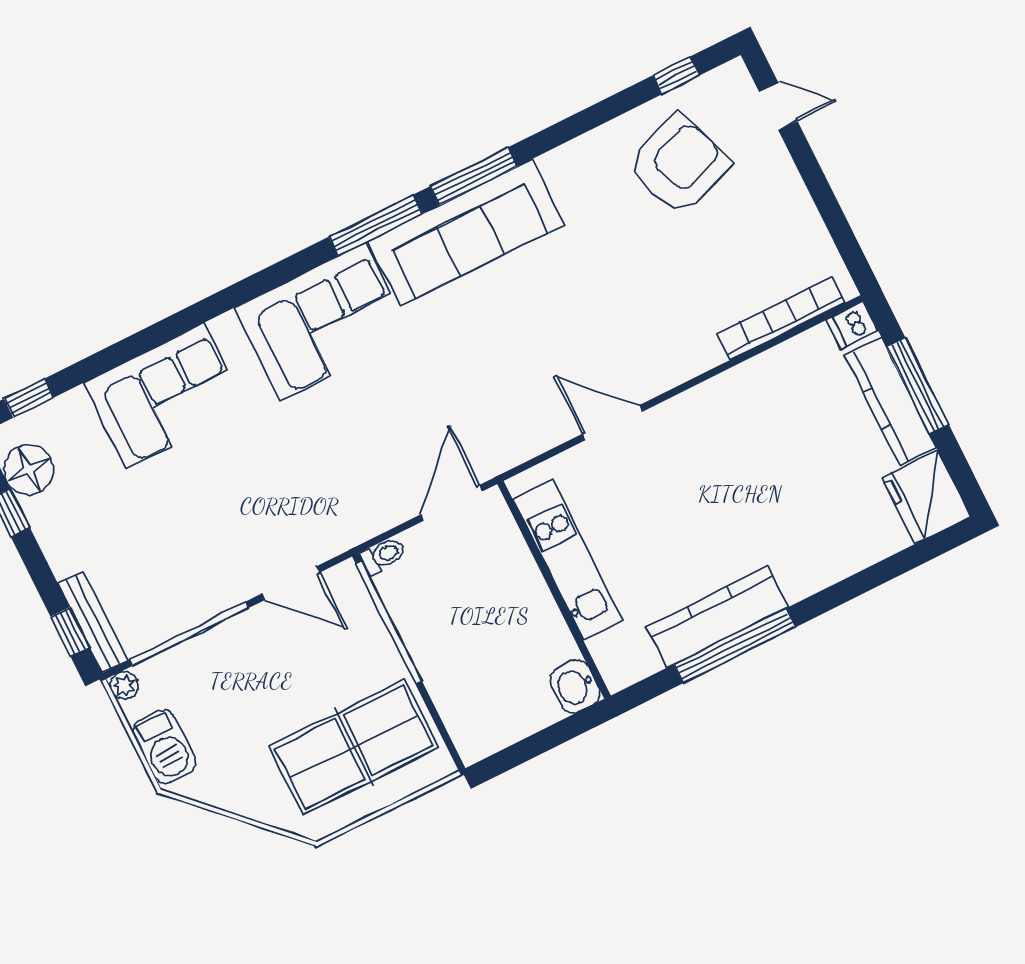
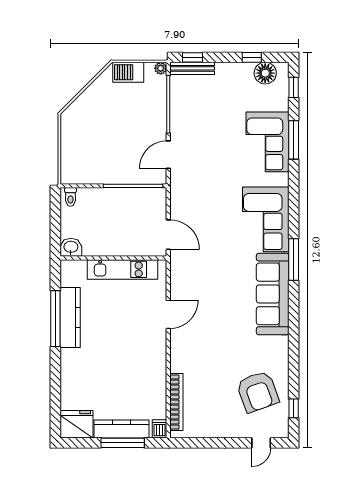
window: (473, 176) -> (294, 140), moved
toilet: (383, 556) -> (70, 197), moved
table tennis table: (354, 747) -> (91, 147), removed

